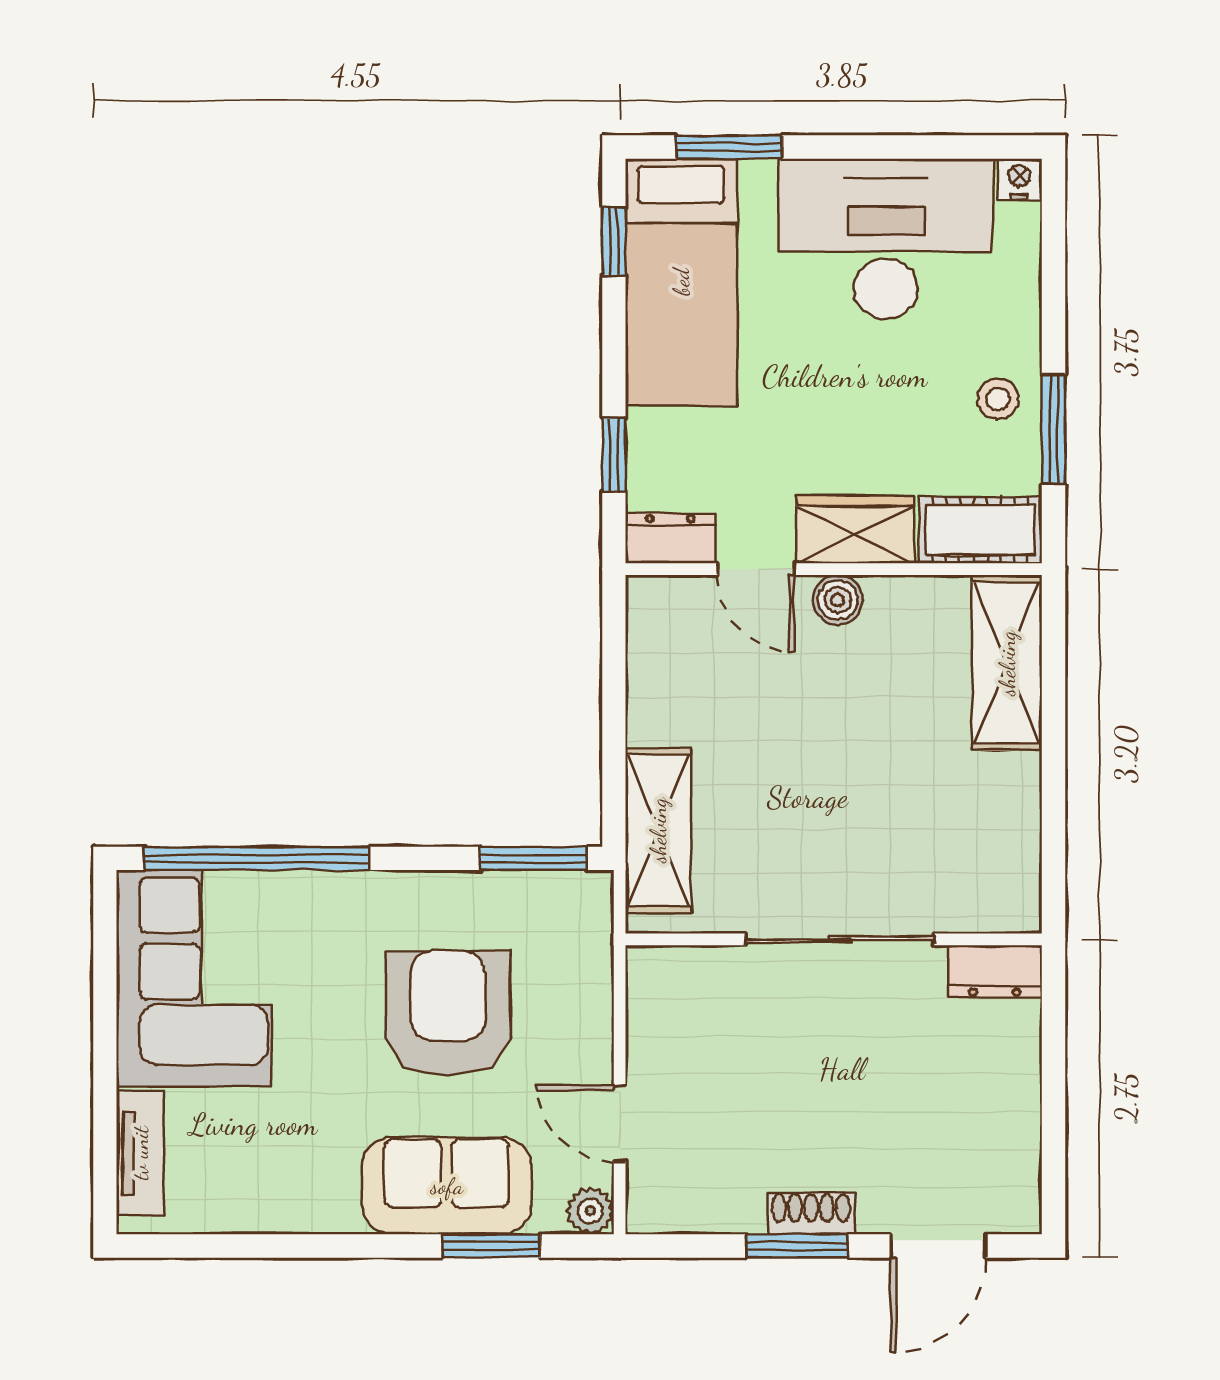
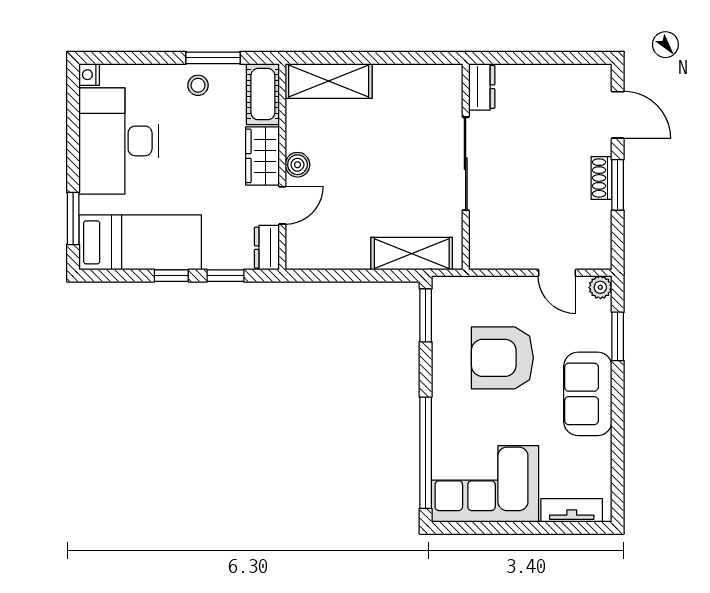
window: (614, 241) -> (171, 276), moved
door: (620, 1123) -> (557, 273), hinge flipped
sofa: (447, 1186) -> (588, 394), moved

